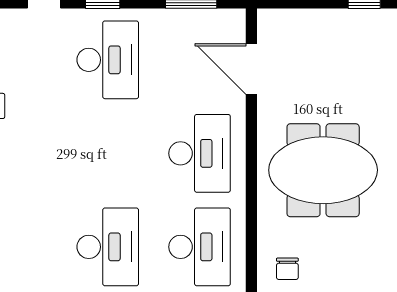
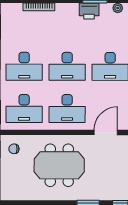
desk: (108, 153) -> (67, 66), added
meeting table: (323, 170) -> (59, 165), turned 90

